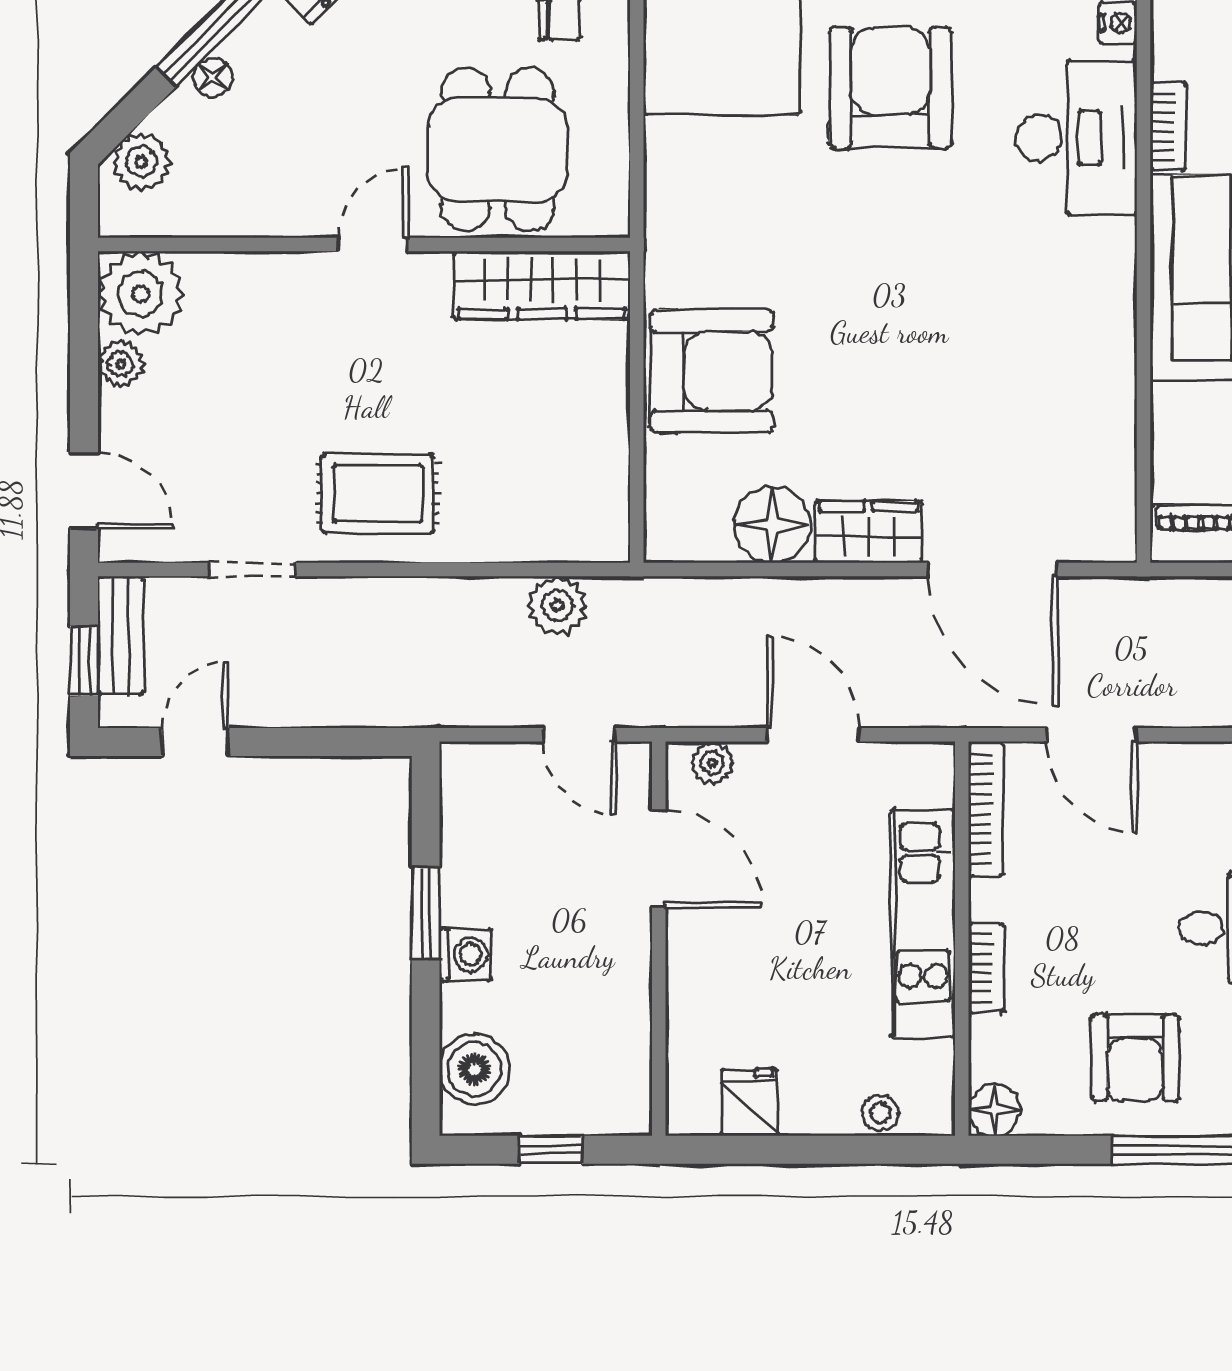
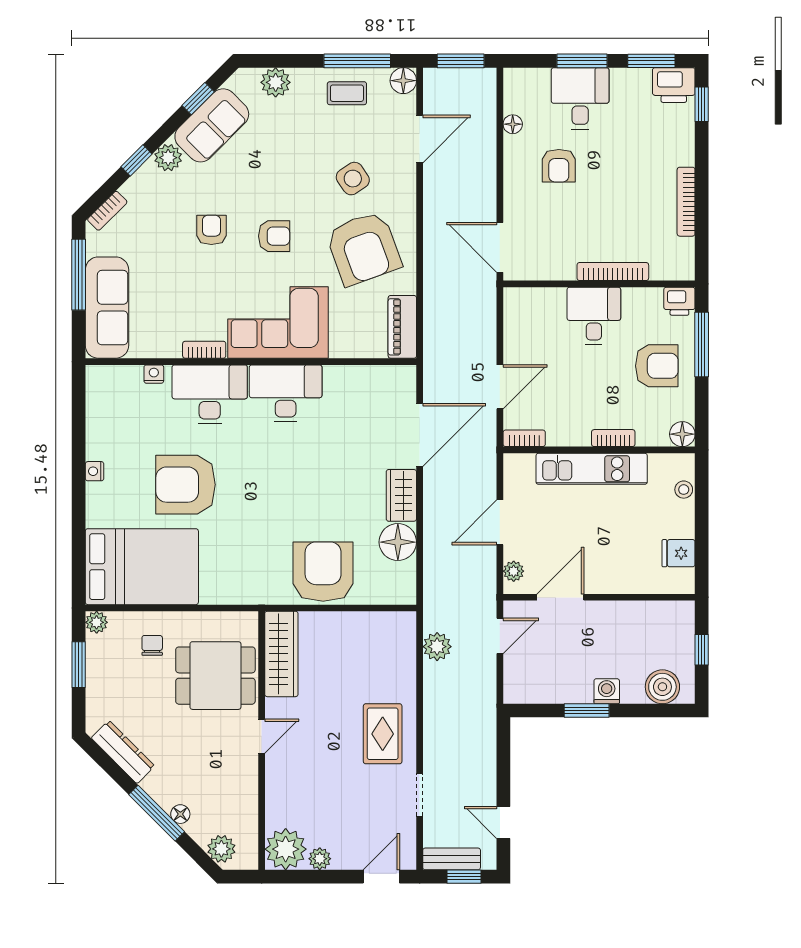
door: (373, 244) -> (262, 736), swing flipped
desk: (1078, 294) -> (286, 393), added
bookcase: (986, 809) -> (524, 438), width x0.64

